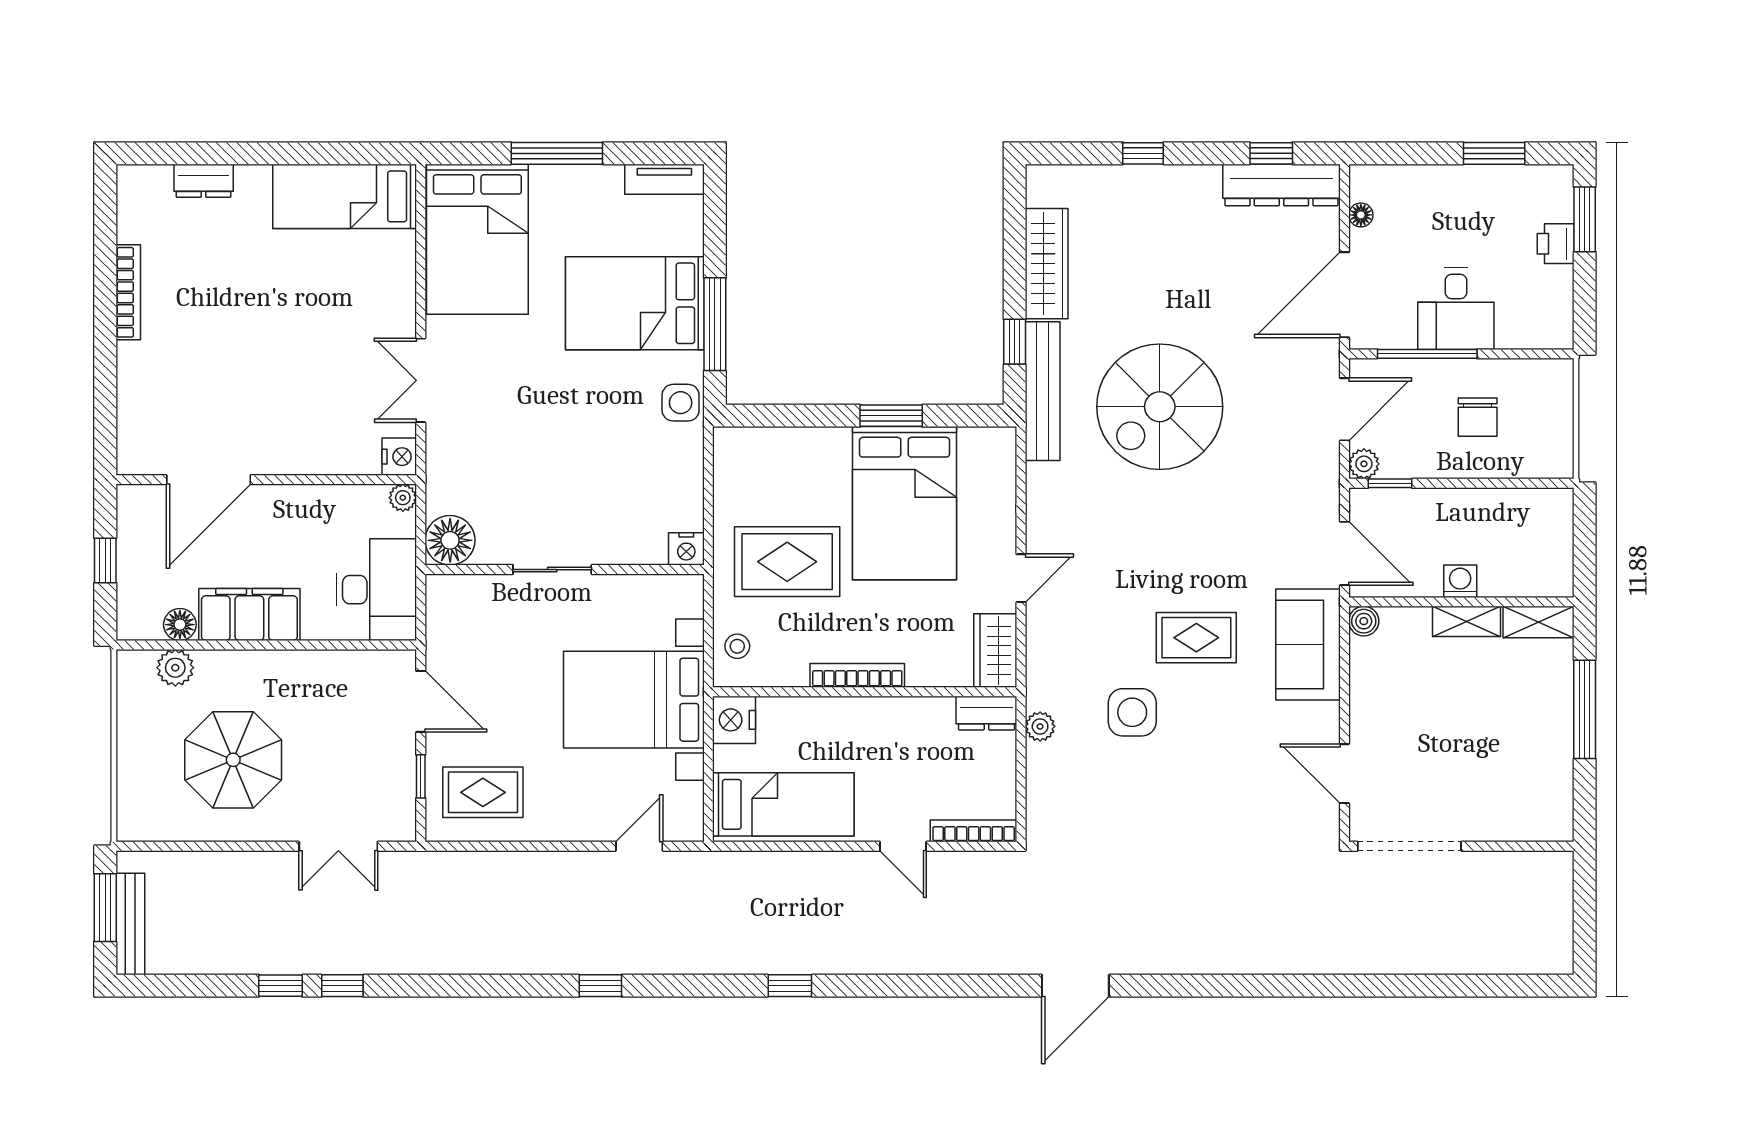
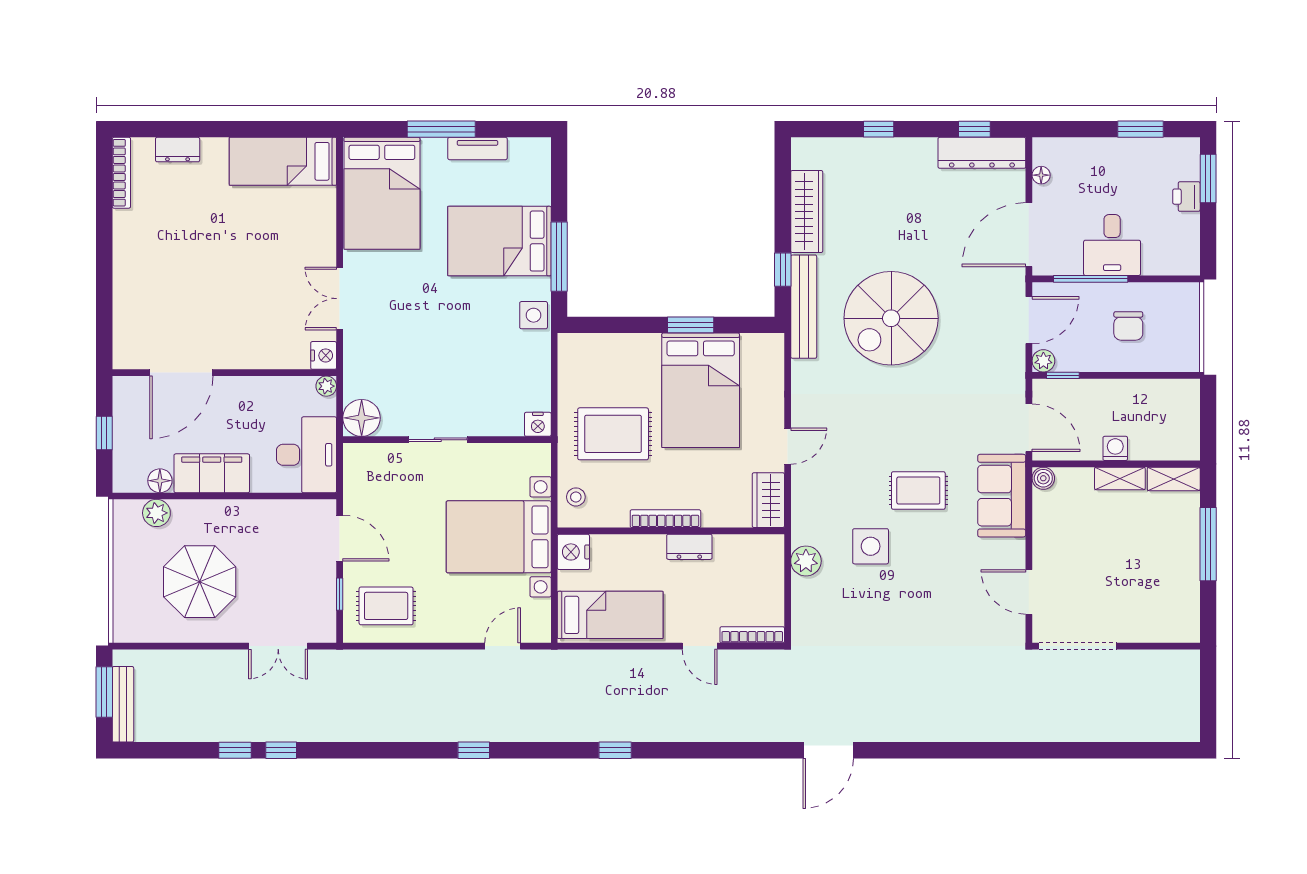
tv unit: (664, 179) -> (477, 148), moved
bookcase: (128, 292) -> (121, 173), moved
dresser: (986, 713) -> (689, 547), moved
plant: (1040, 726) -> (806, 561), width x1.38, depth x1.38

